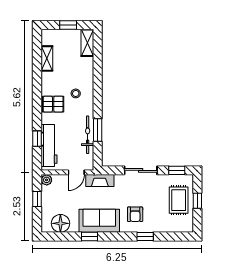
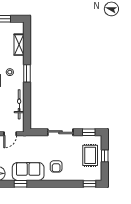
shelving: (87, 43) -> (19, 45), moved
window: (98, 130) -> (27, 73), moved
fireplace: (100, 180) -> (29, 140), removed
window: (145, 236) -> (90, 184), moved

